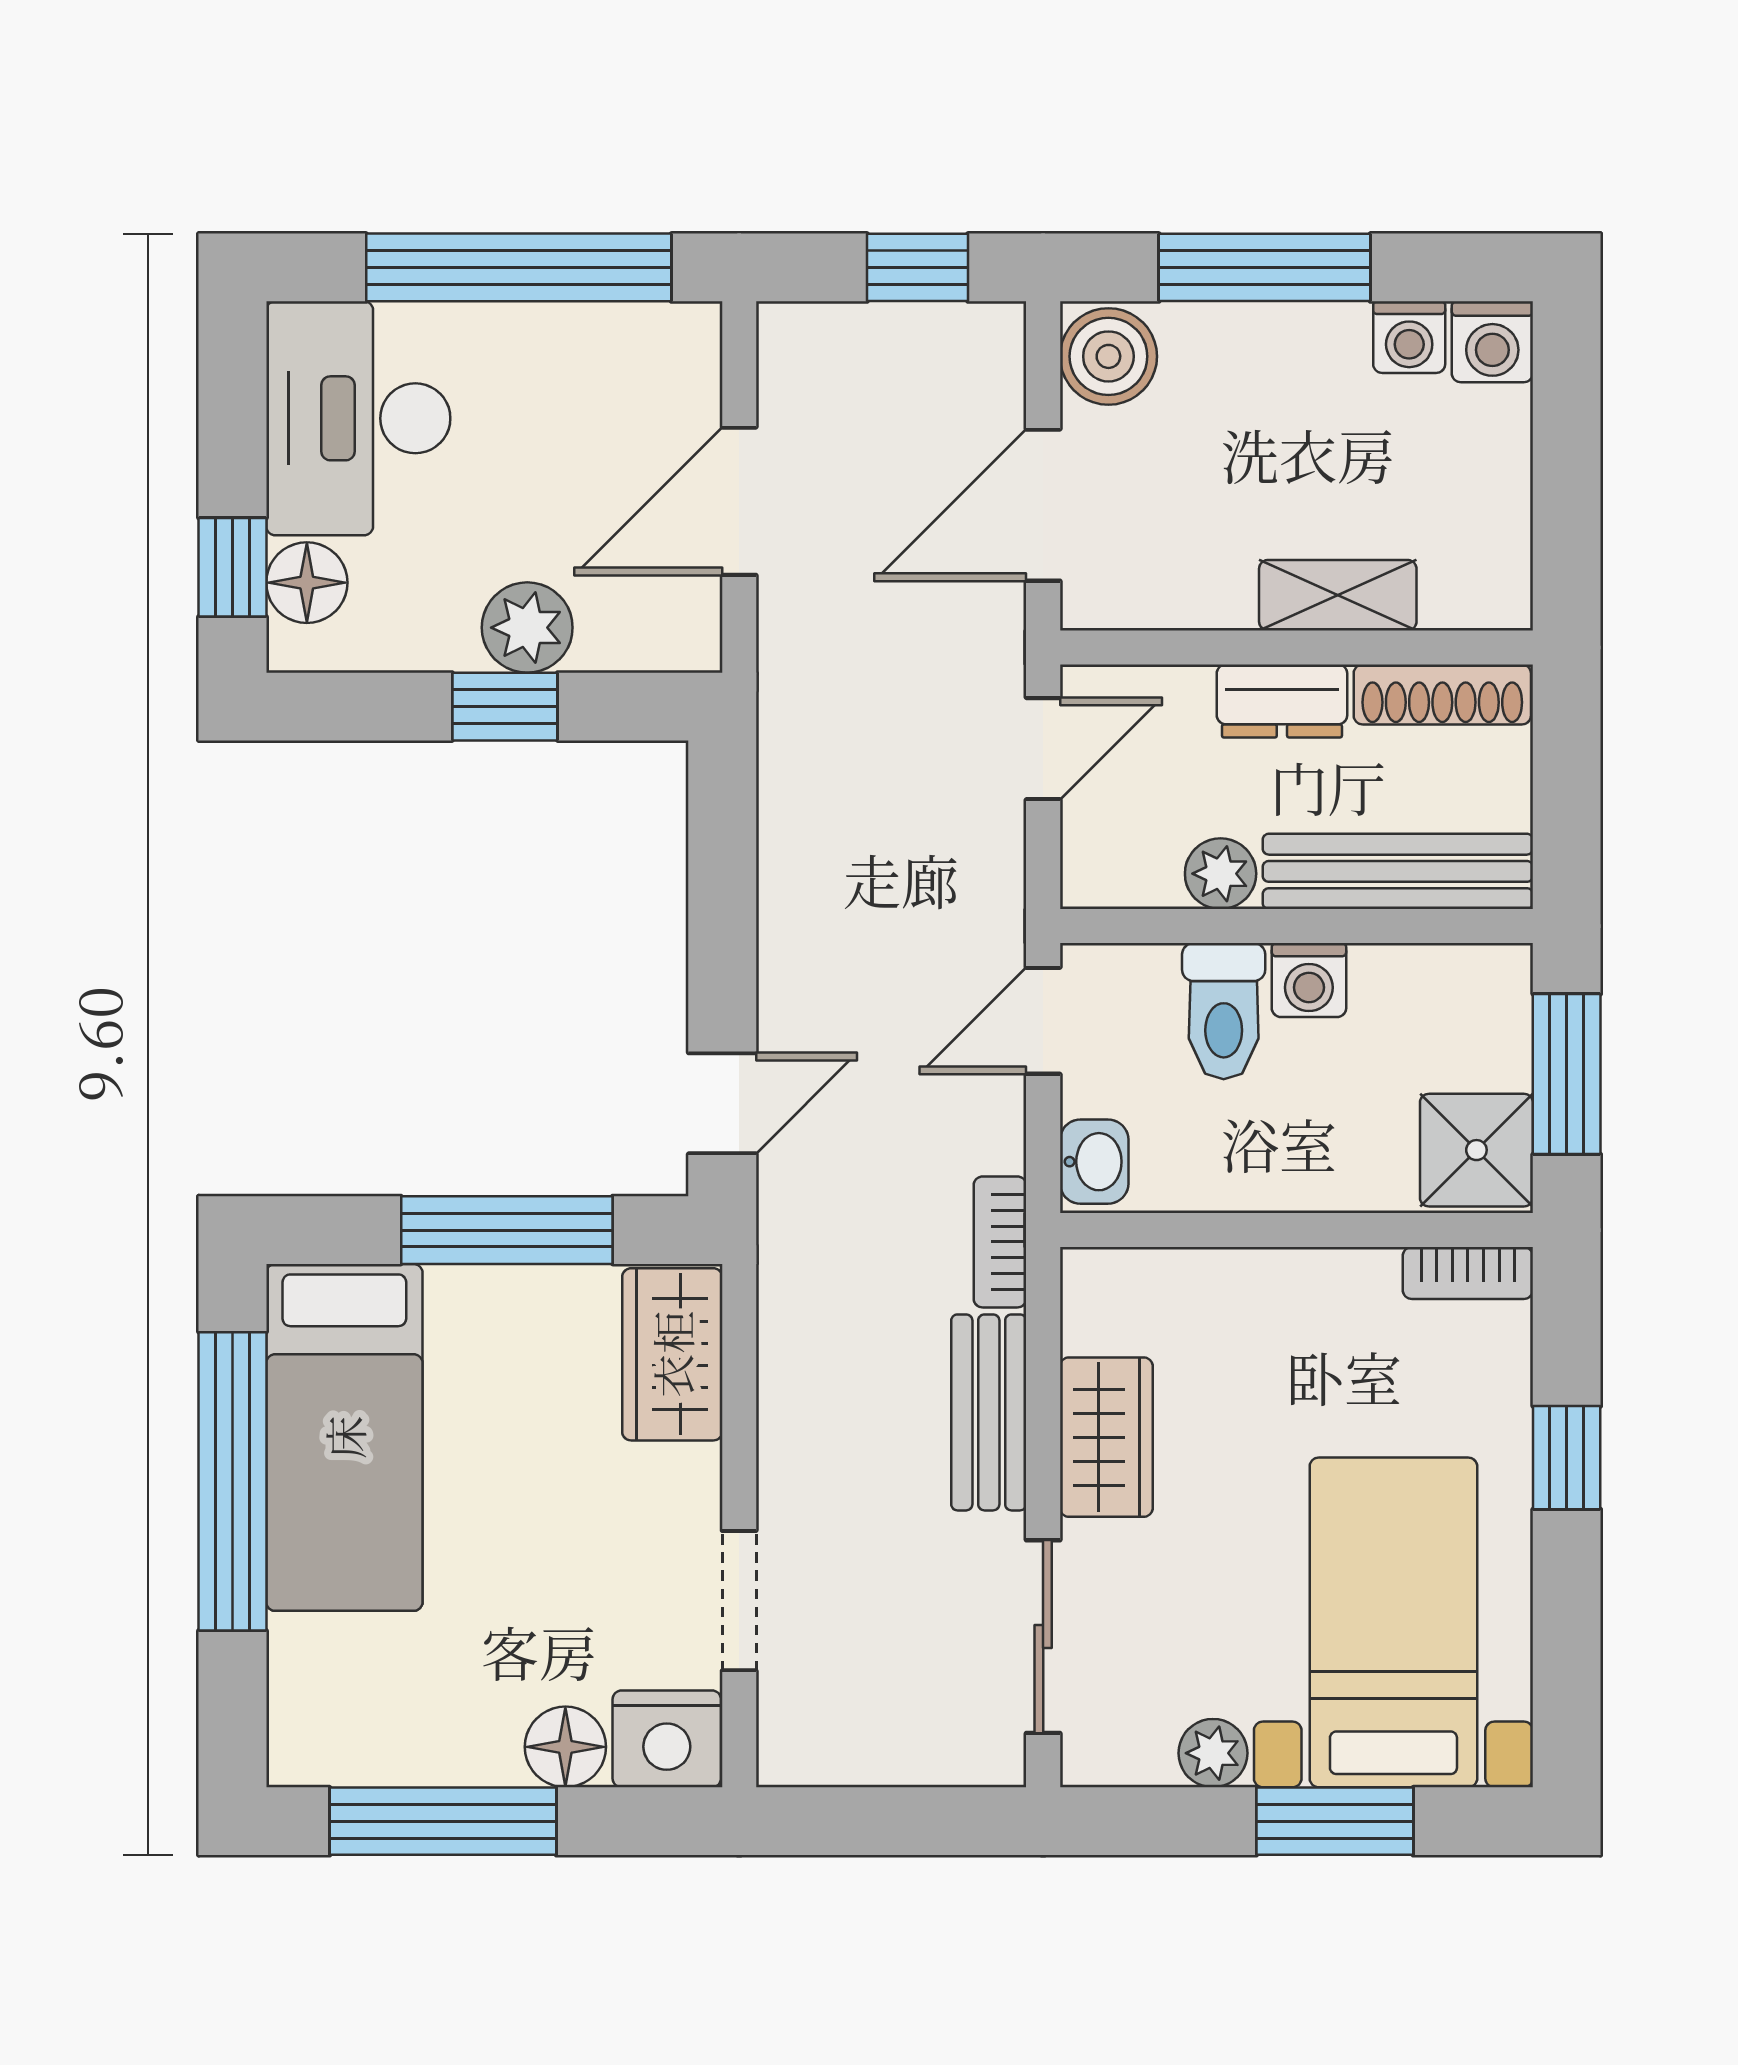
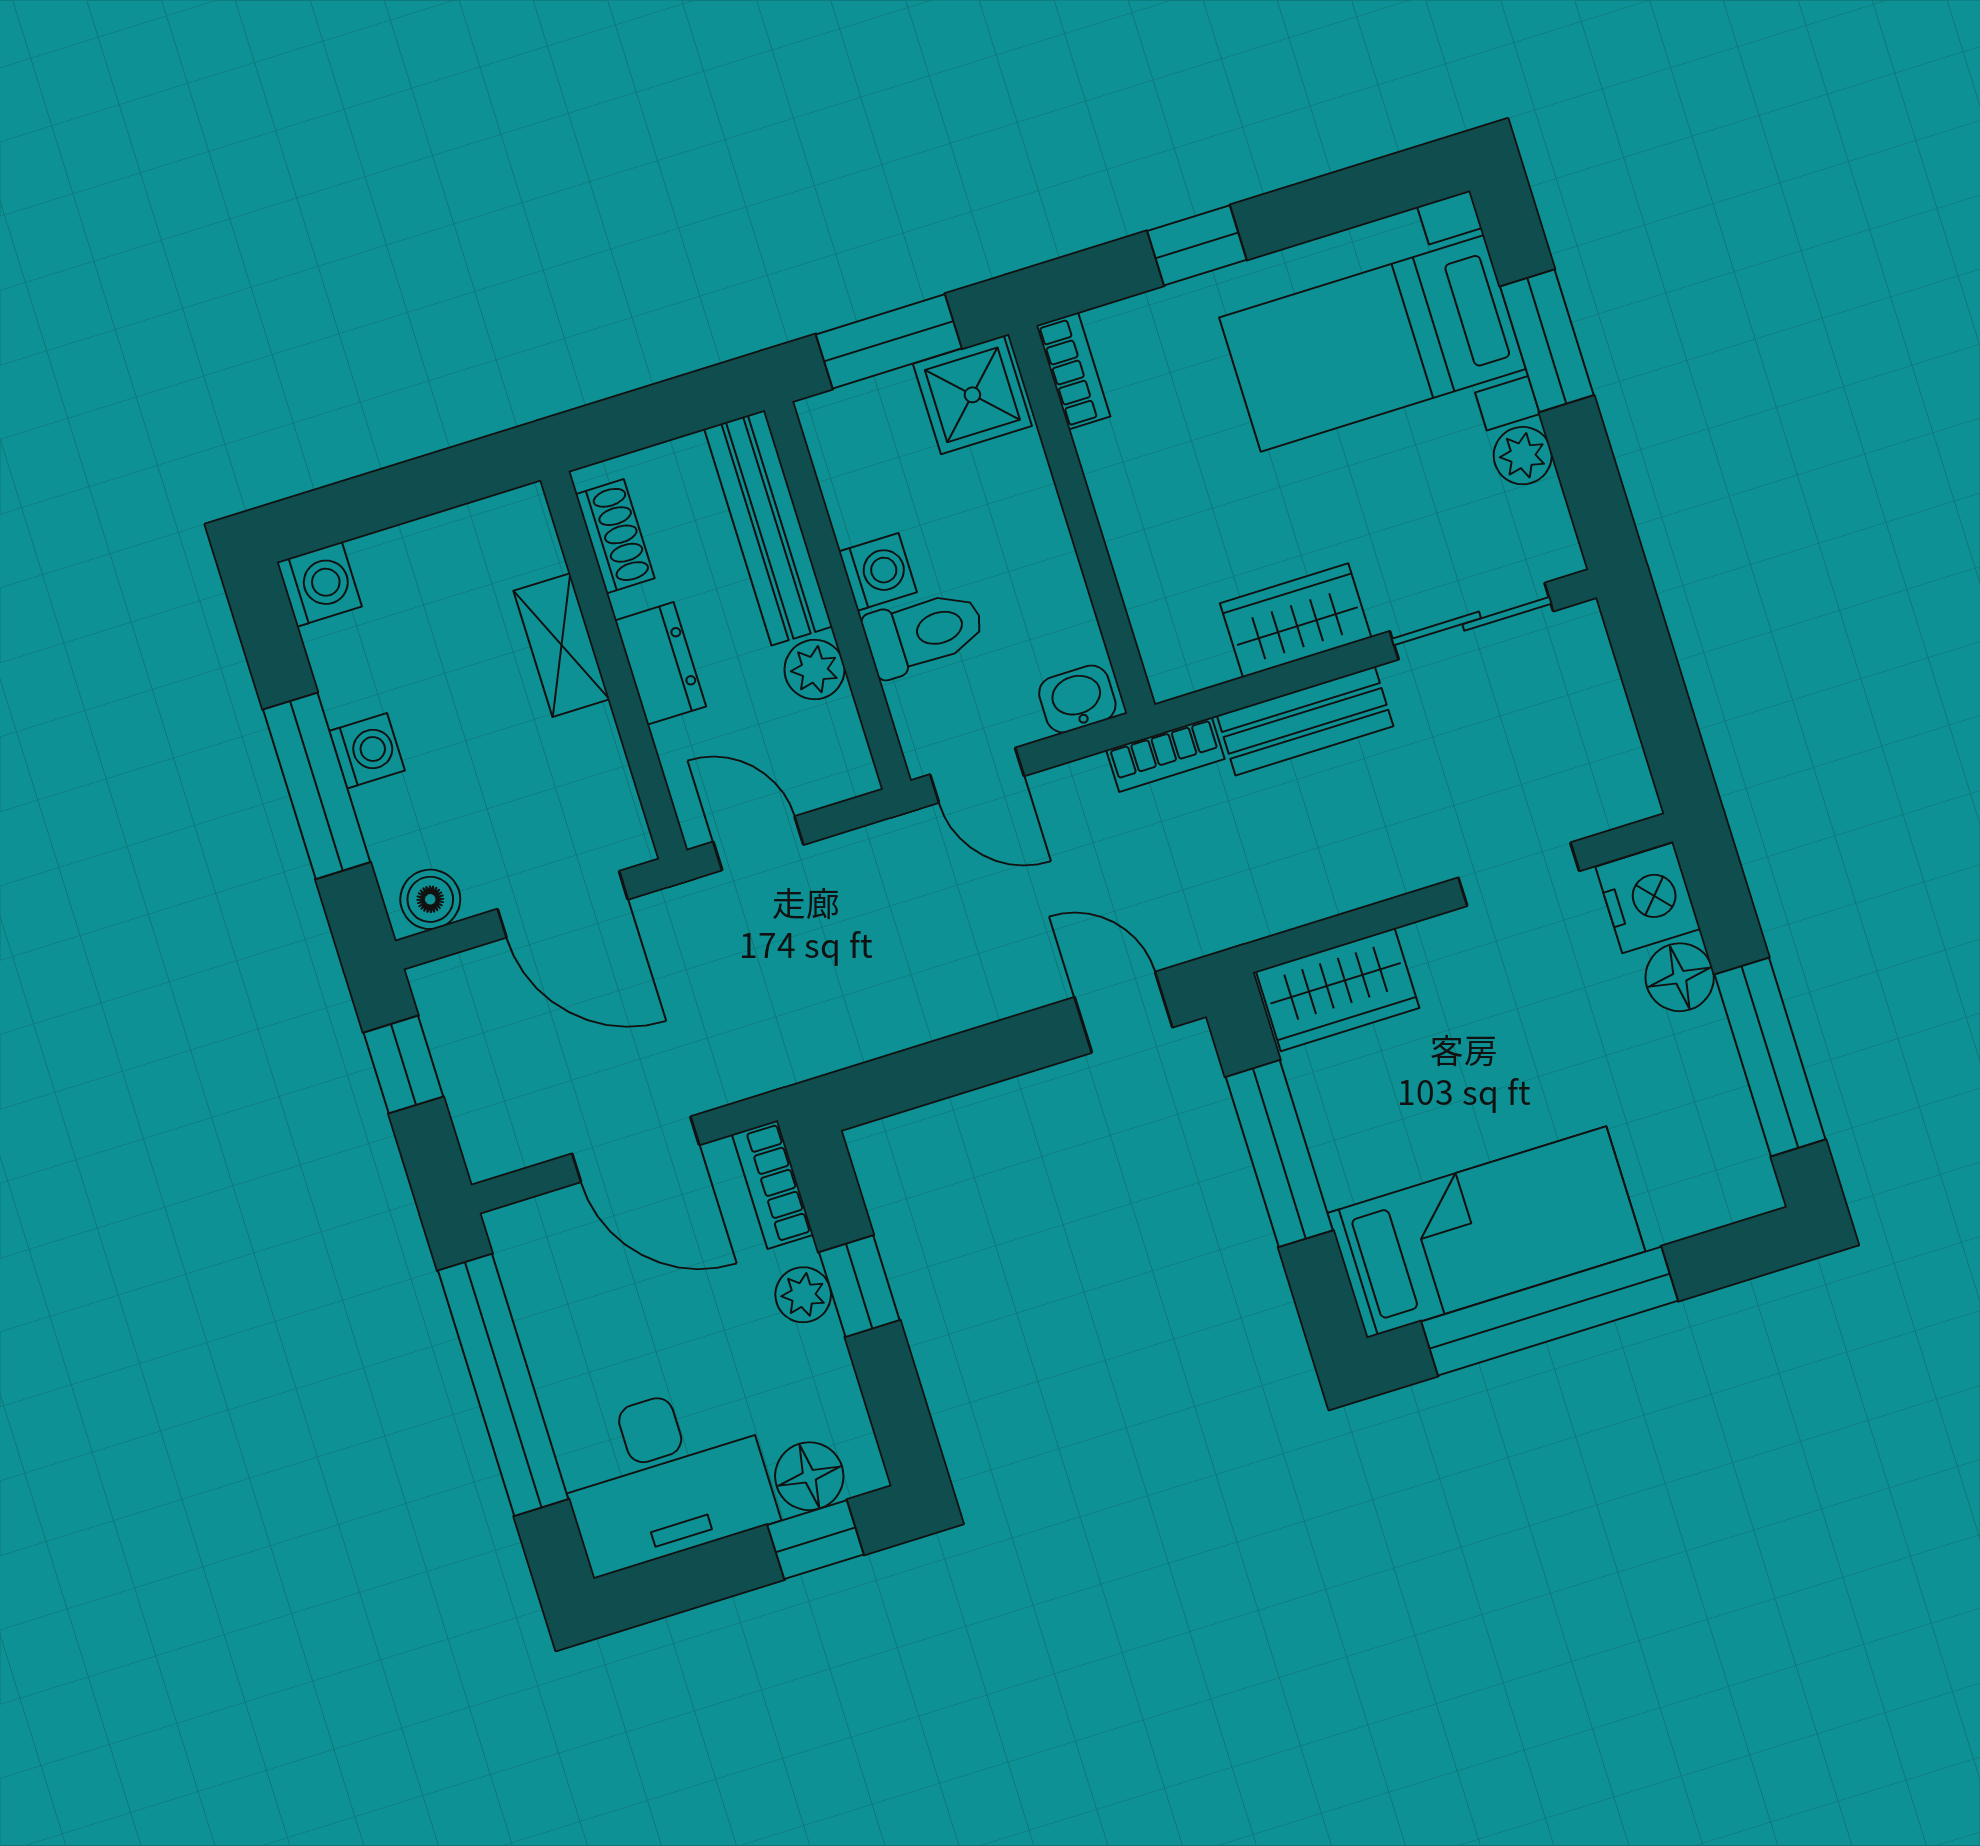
washing machine: (1409, 337) -> (367, 751), moved
boiler: (1108, 356) -> (430, 899), width x0.73, depth x0.73
plant: (527, 628) -> (803, 1295), width x0.73, depth x0.73
bookcase: (651, 644) -> (773, 1185), added
shoe rack: (1442, 694) -> (615, 536), width x0.70

